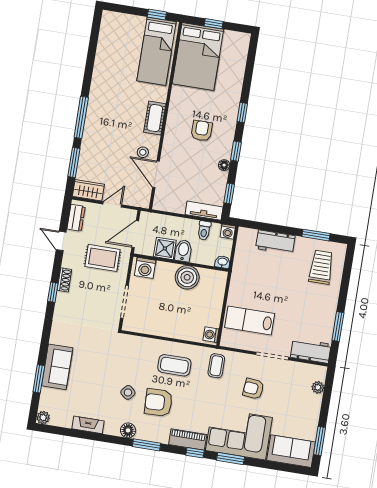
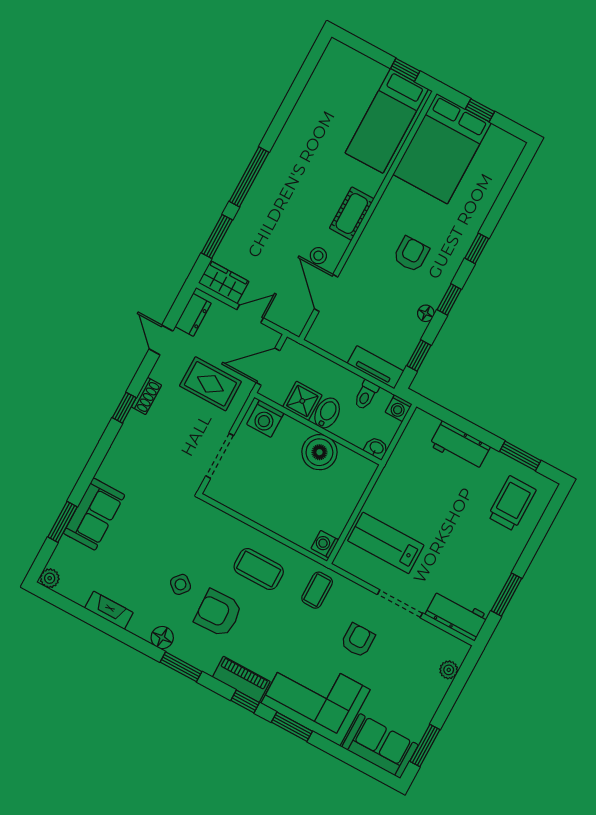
armchair: (253, 389) -> (358, 640), turned 85

